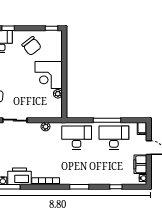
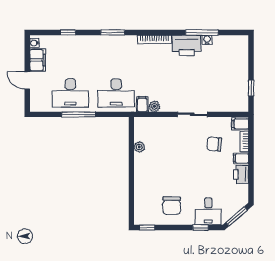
chair: (32, 46) -> (172, 206), turned -142
corner desk: (49, 75) -> (151, 170), removed
filing cabinet: (142, 128) -> (142, 104), moved

